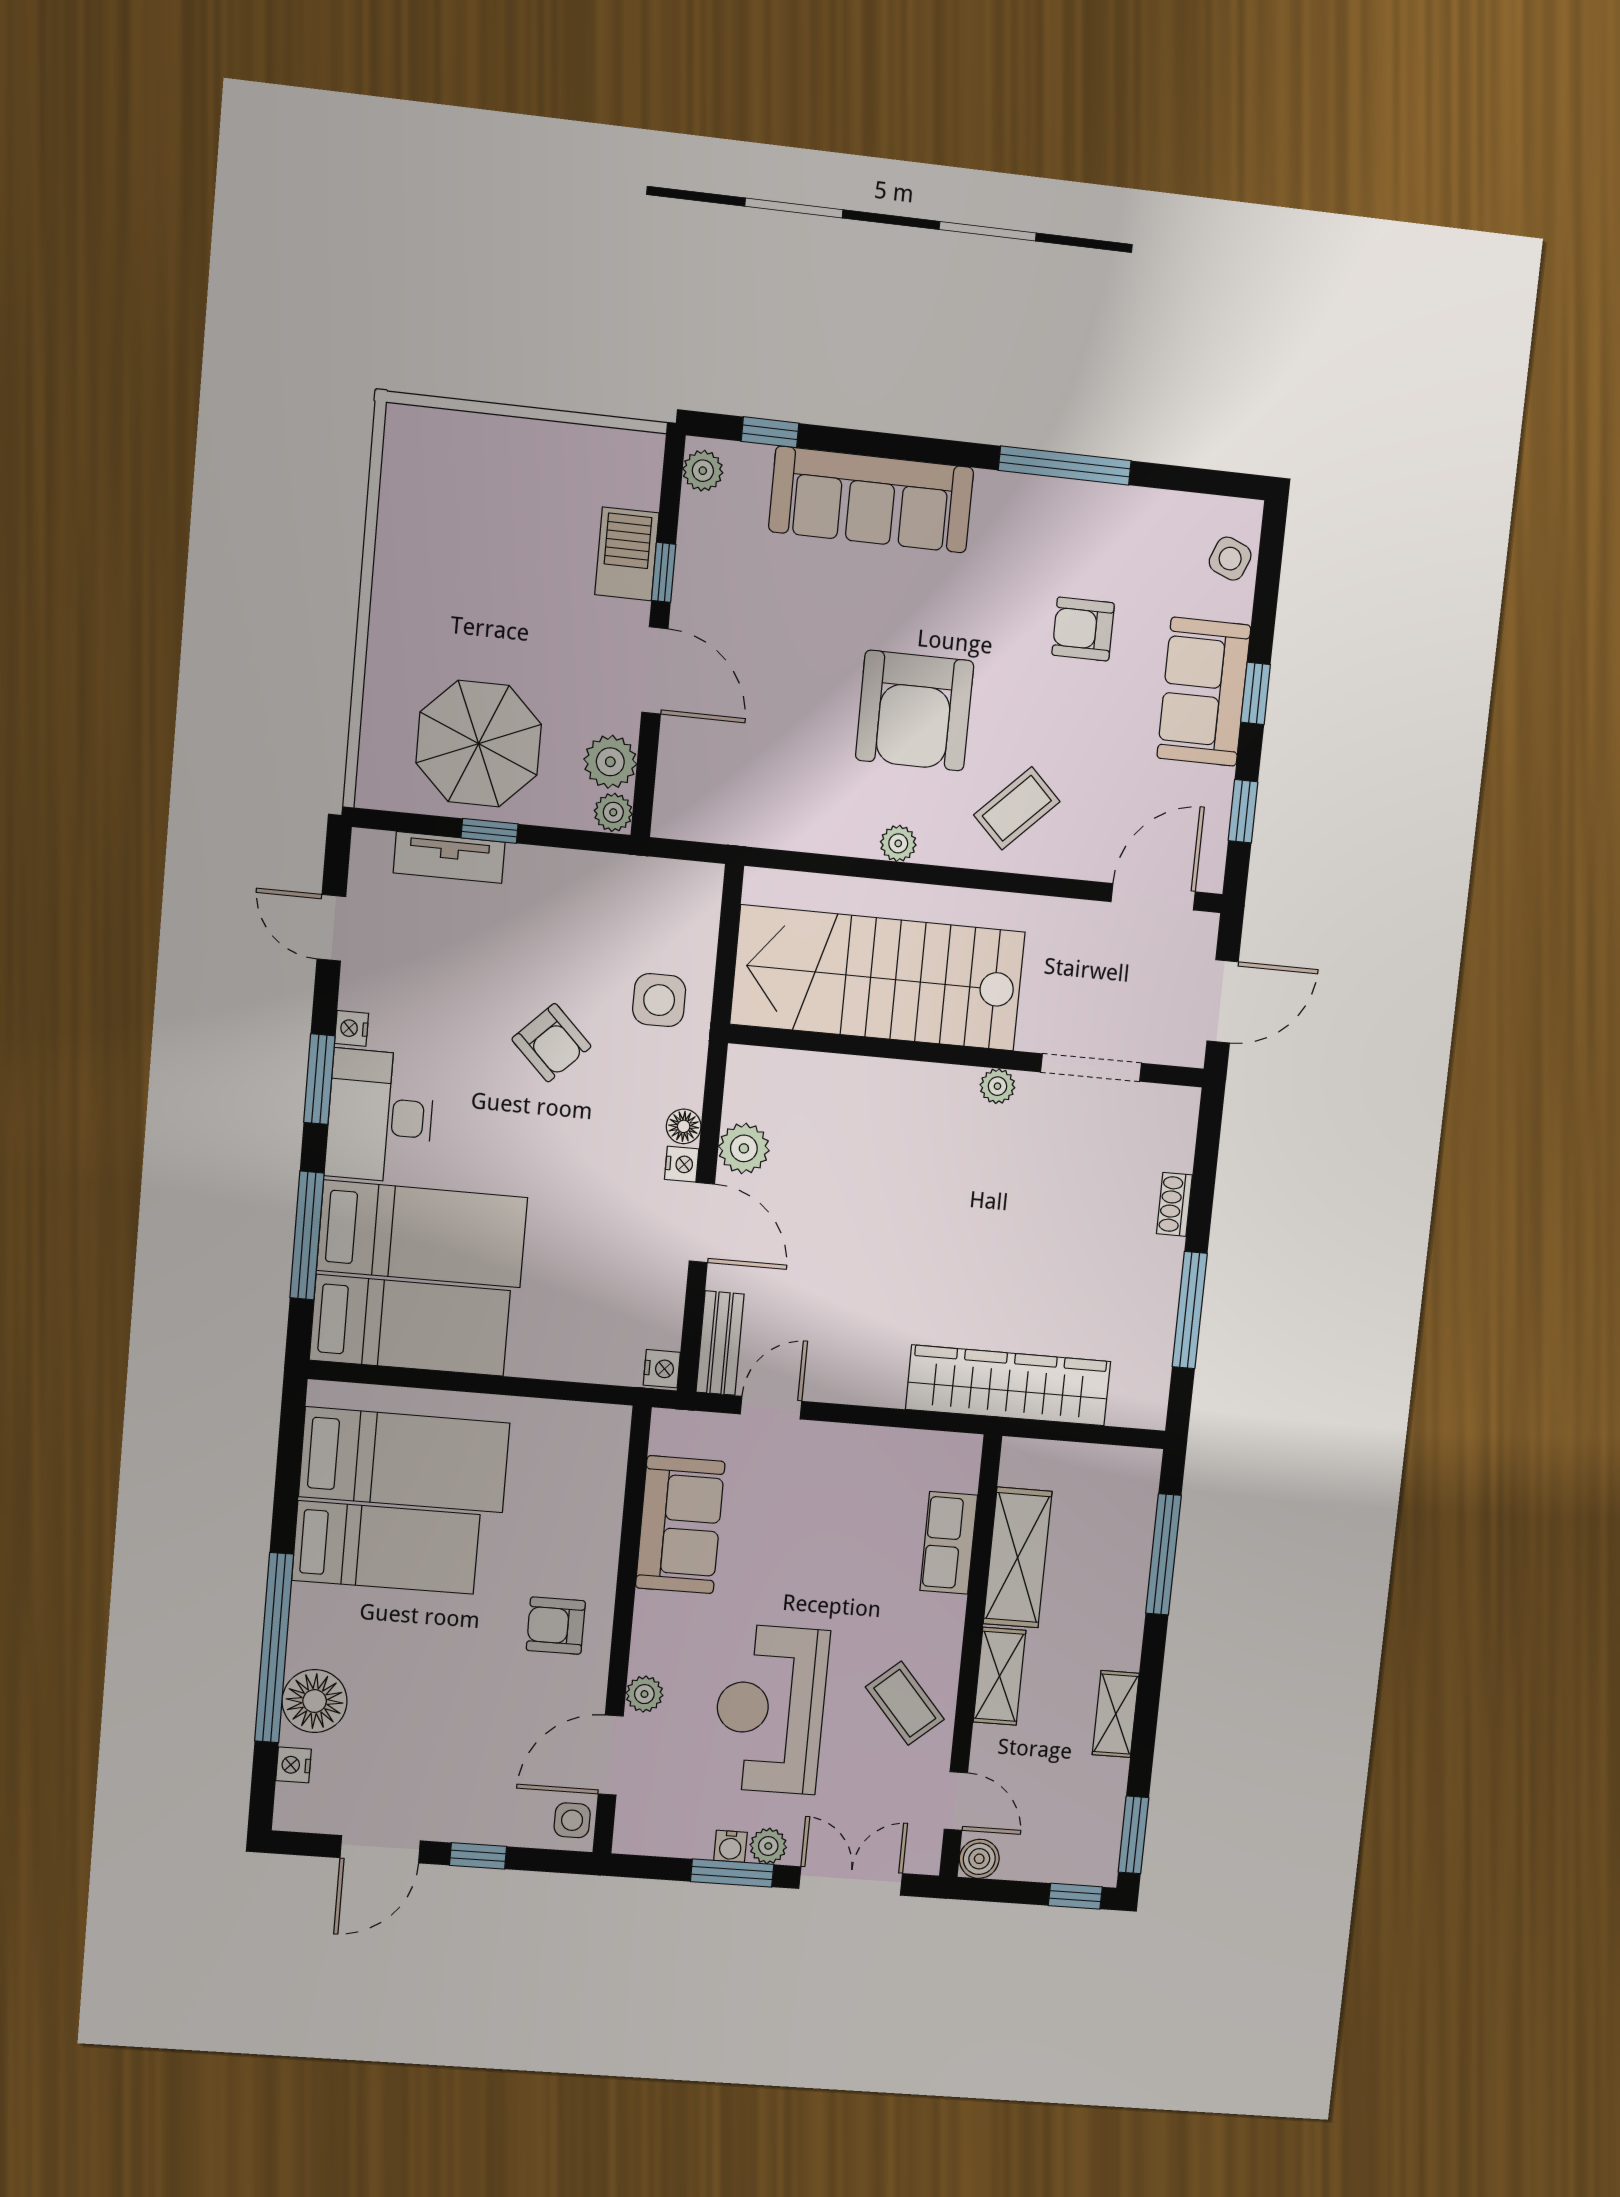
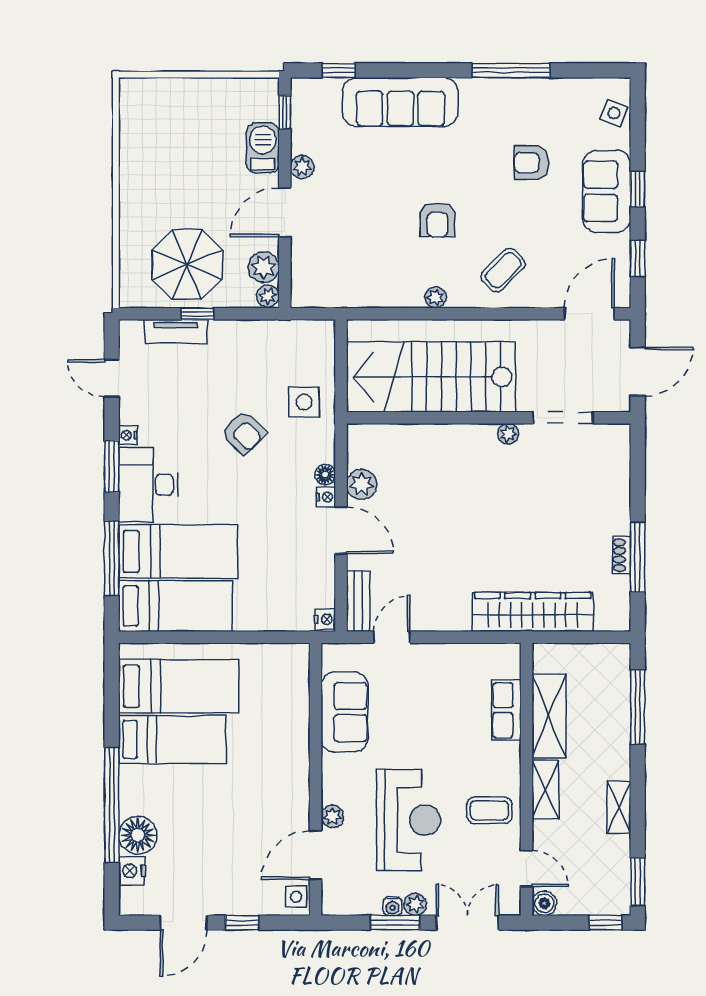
plant: (703, 471) -> (302, 167), moved
window: (664, 572) -> (285, 112), moved
door: (655, 671) -> (285, 212), swing flipped
armchair: (915, 711) -> (437, 220), width x0.53, depth x0.53
shoe rack: (1174, 1204) -> (622, 555), moved
armchair: (556, 1626) -> (276, 779), removed
coffee table: (905, 1703) -> (489, 810), turned -49
reception desk: (770, 1709) -> (409, 820), turned 180
nightstand: (293, 1765) -> (132, 871), width x1.39, depth x1.35

